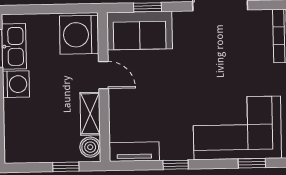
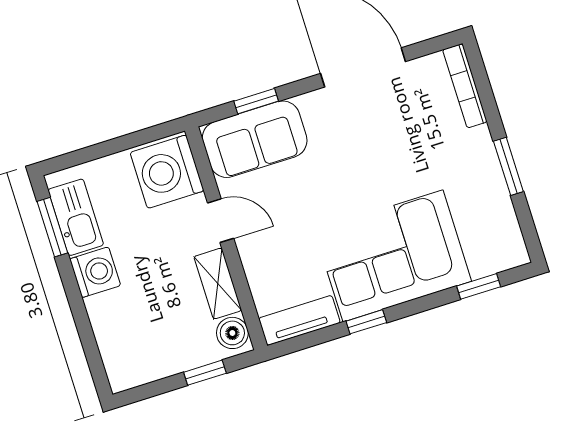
corner sofa: (237, 128) -> (393, 256), moved

